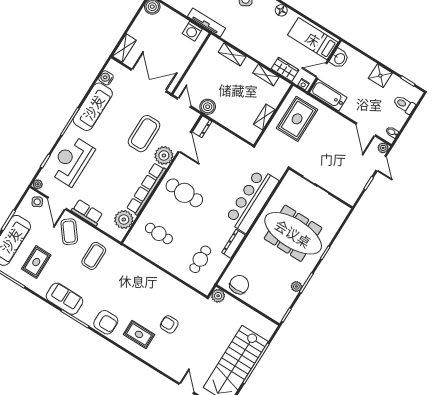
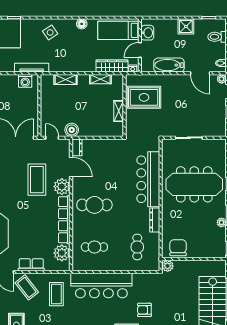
wardrobe: (285, 69) -> (112, 66), width x1.50
bathtub: (328, 95) -> (169, 65), moved
rug: (297, 119) -> (144, 97), turned 90
bar counter: (142, 275) -> (101, 286), added

